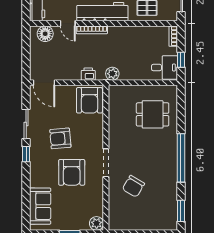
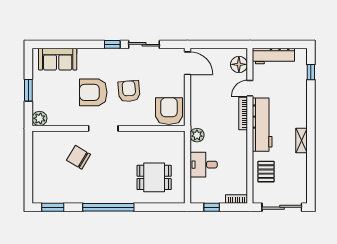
desk: (164, 68) -> (204, 165), moved, turned 90
printer: (88, 74) -> (197, 110), removed
door: (44, 83) -> (187, 63), swing flipped
armchair: (89, 100) -> (169, 111), turned 90
dining table: (153, 114) -> (154, 177), turned 90
armchair: (60, 138) -> (129, 91), moved

